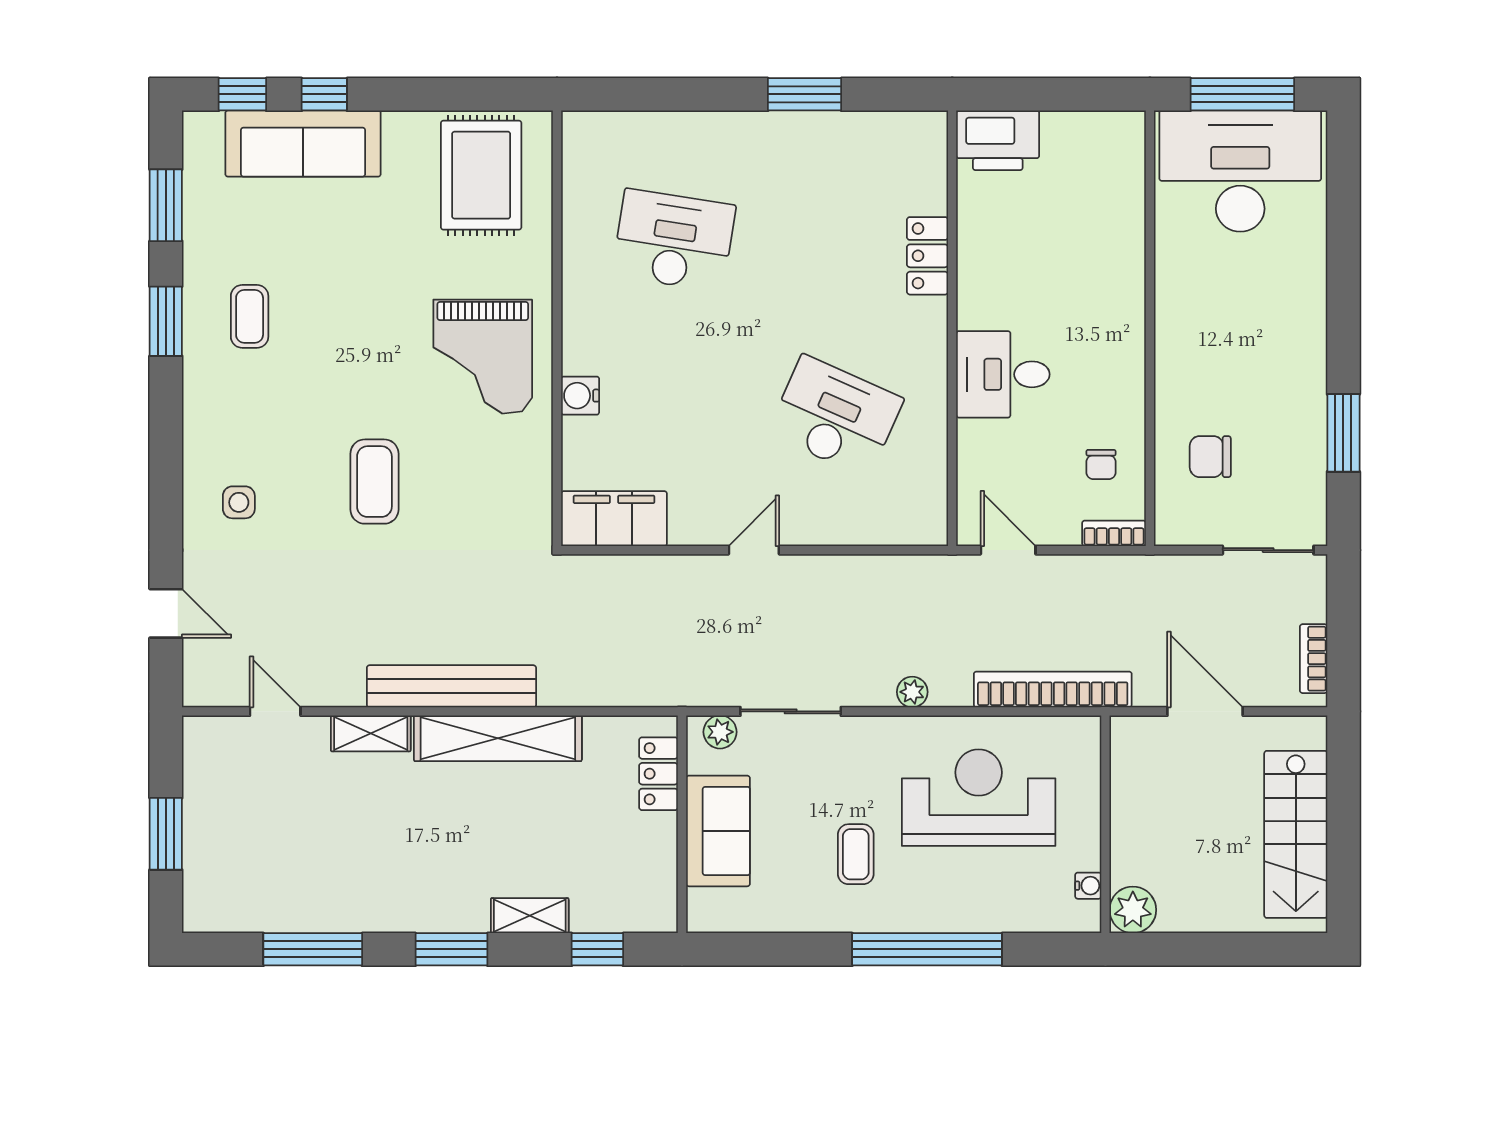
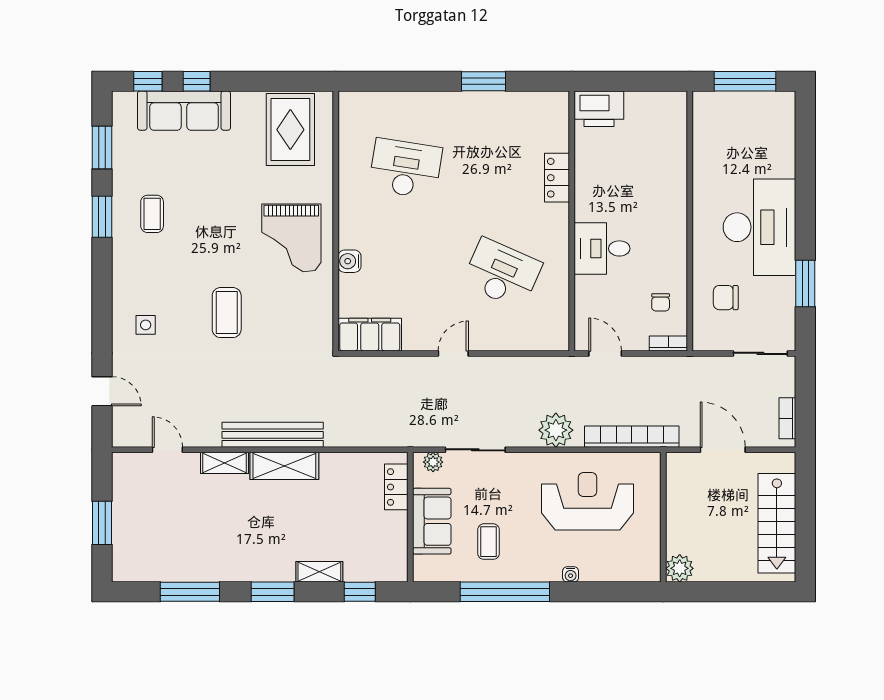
desk: (1240, 171) -> (759, 227), moved, turned 90
plant: (912, 692) -> (556, 430), width x1.88, depth x1.88
shelving: (498, 738) -> (284, 466), width x0.68
coffee table: (856, 854) -> (489, 542), moved
water cooler: (1088, 886) -> (571, 574), moved, turned 90
window: (927, 949) -> (505, 592), moved

